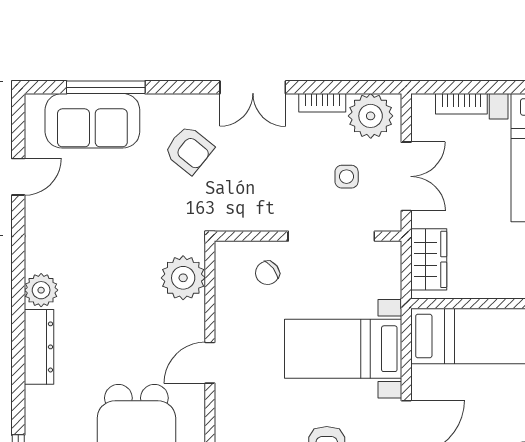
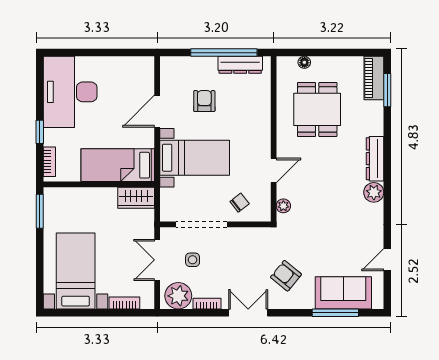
wardrobe: (429, 259) -> (136, 198), moved, turned -90
plant: (183, 278) -> (283, 206), width x0.53, depth x0.53
door: (210, 363) -> (274, 170), moved

